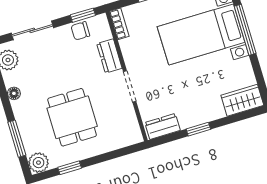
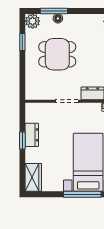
floor lamp: (14, 93) -> (58, 18), moved
dresser: (163, 126) -> (32, 135), moved

